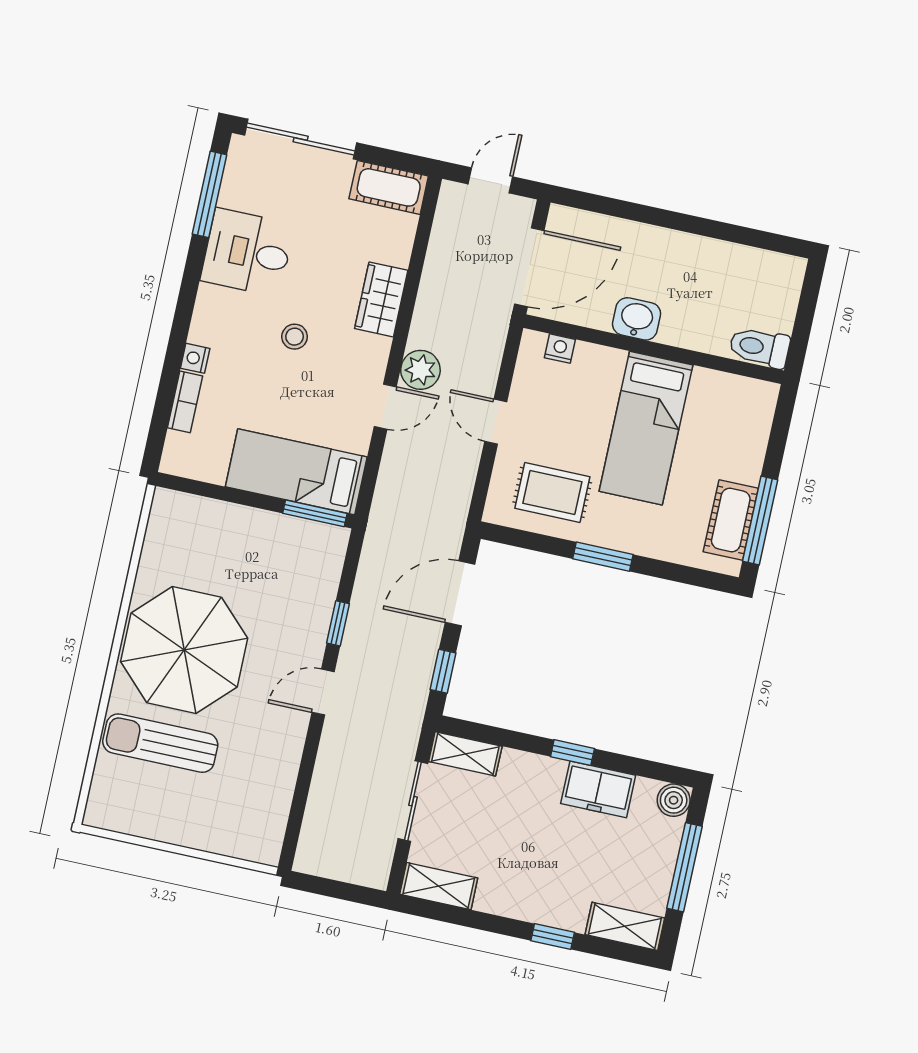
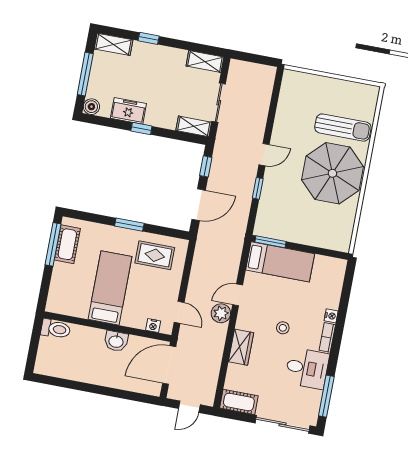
bookcase: (185, 402) -> (327, 337), moved
door: (496, 422) -> (179, 312), moved

